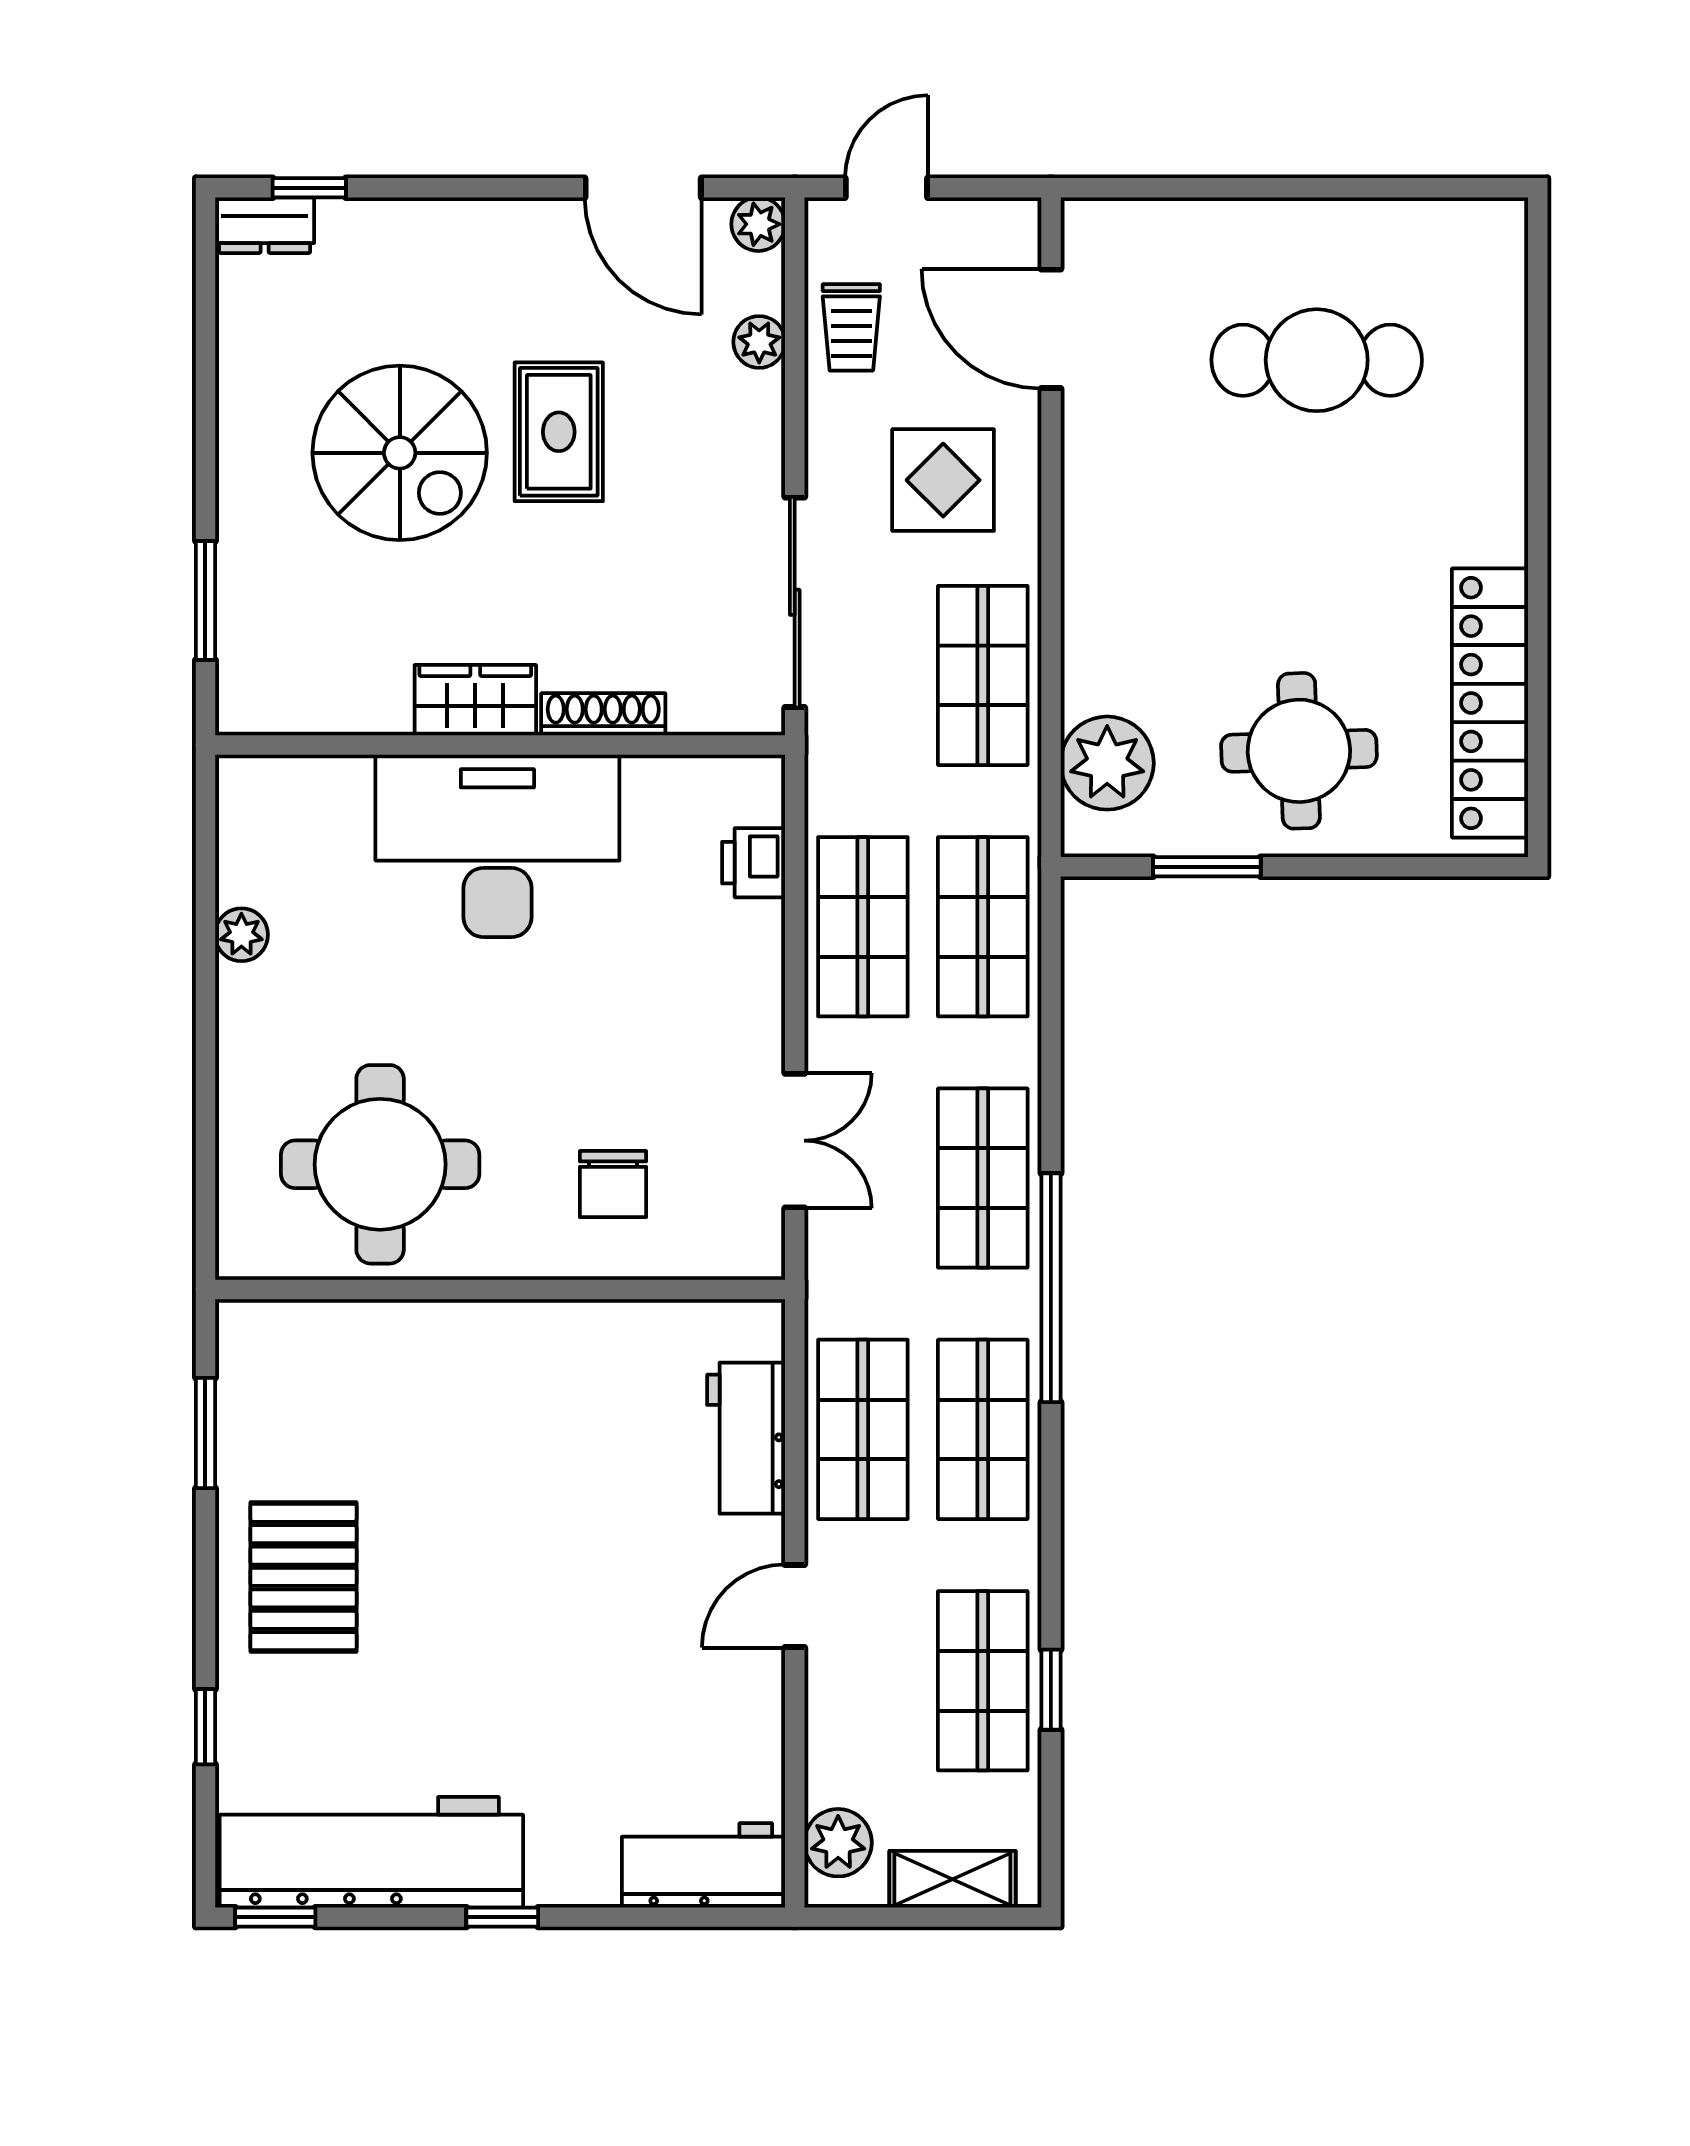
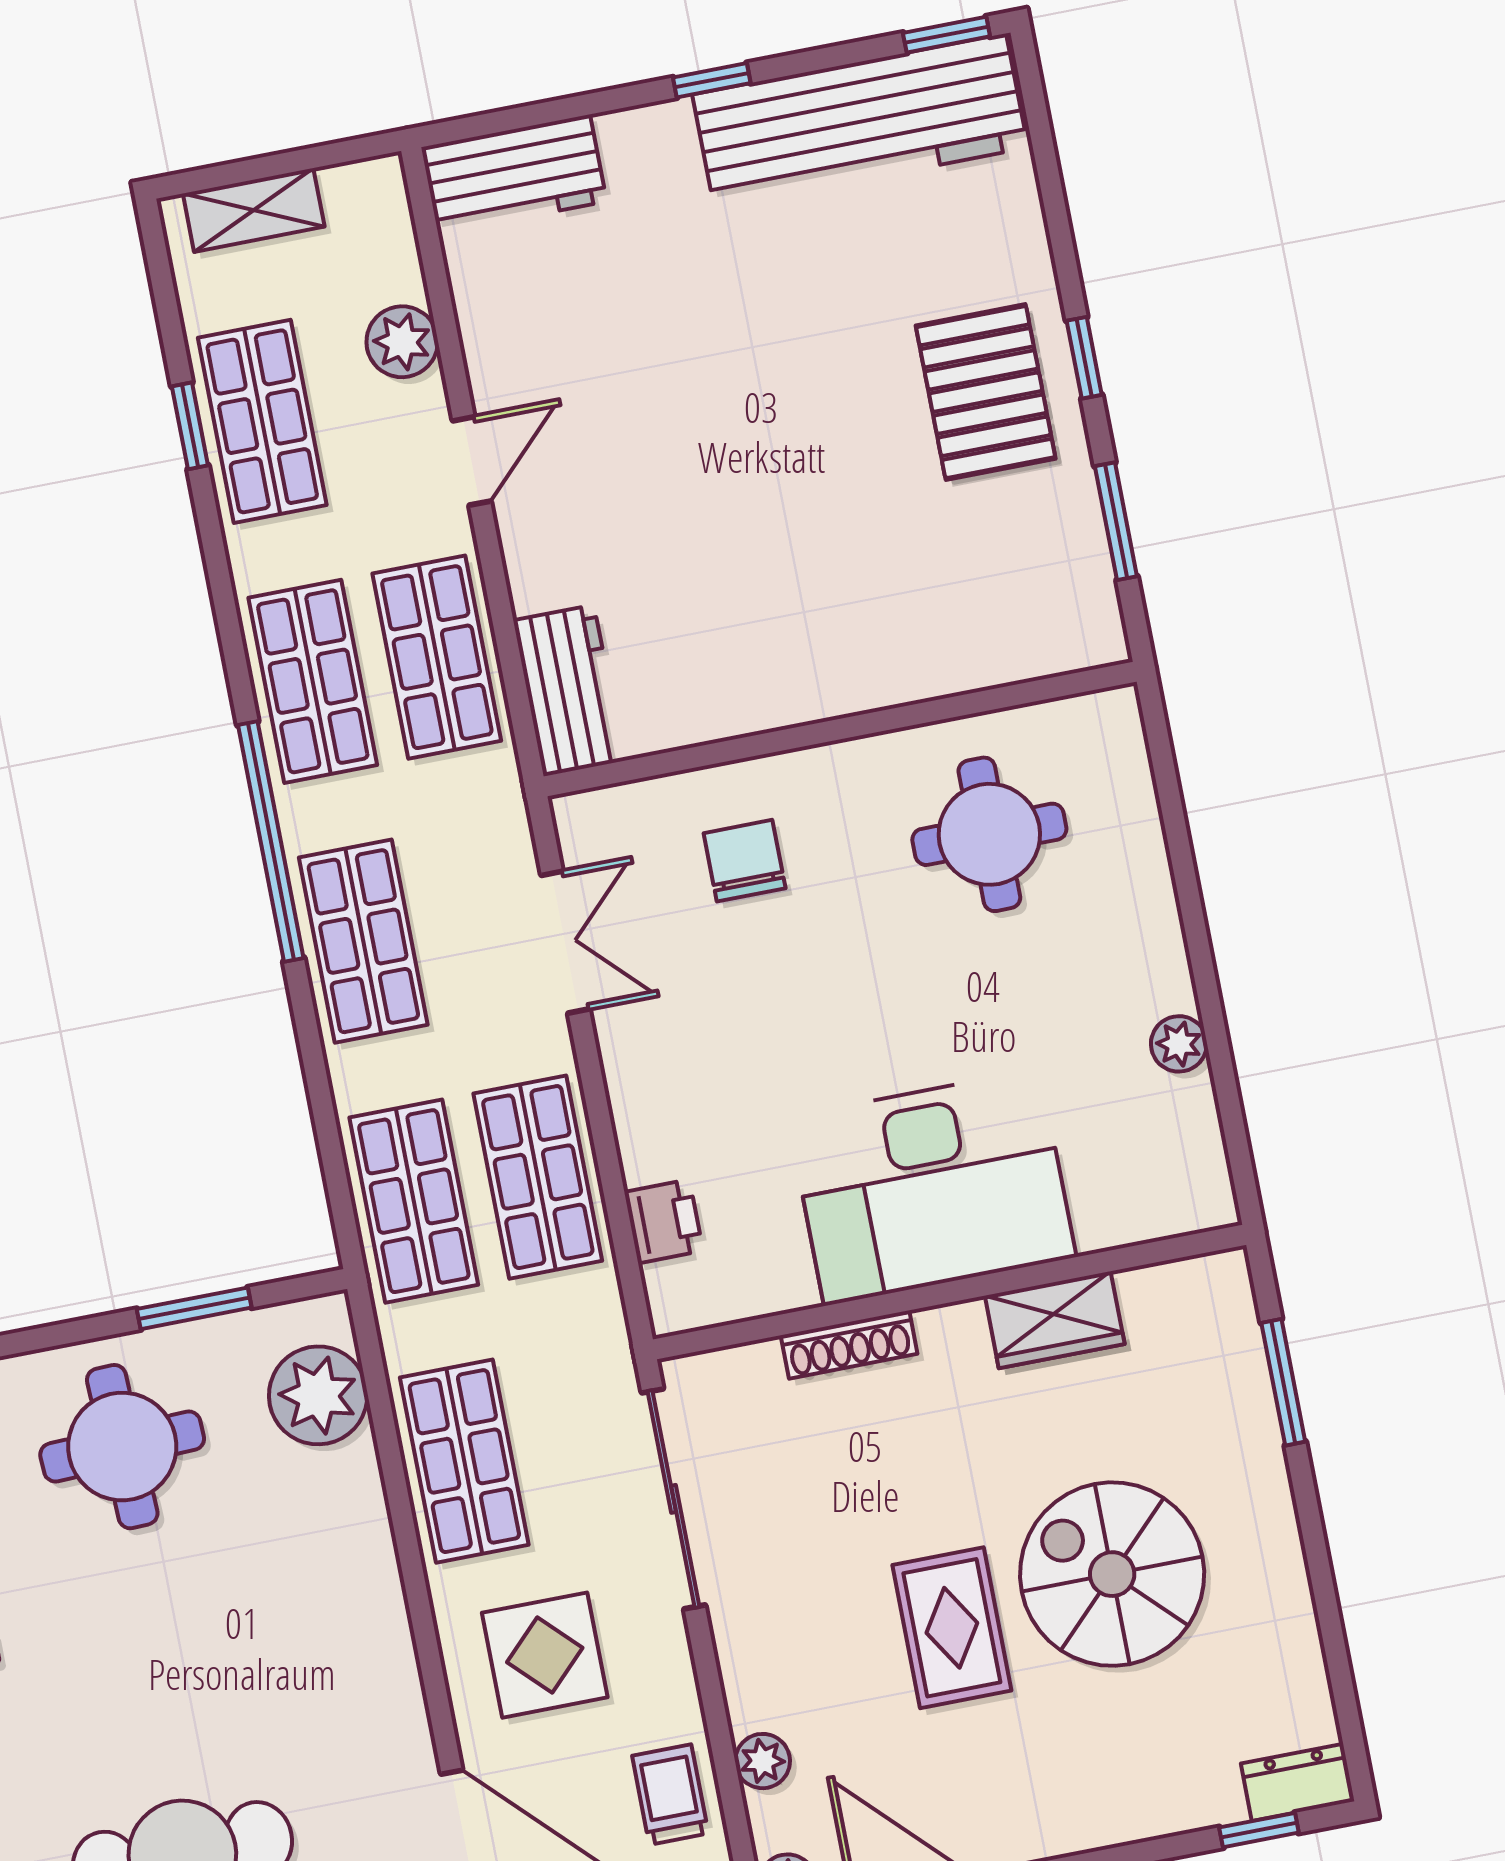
wardrobe: (475, 700) -> (1055, 1320), moved
double door: (795, 1141) -> (565, 942), swing flipped
round table: (380, 1164) -> (989, 834), width x0.73, depth x0.73
workbench: (746, 1438) -> (569, 690), moved
window: (205, 1727) -> (1084, 358), moved
plant: (838, 1843) -> (402, 342), moved

